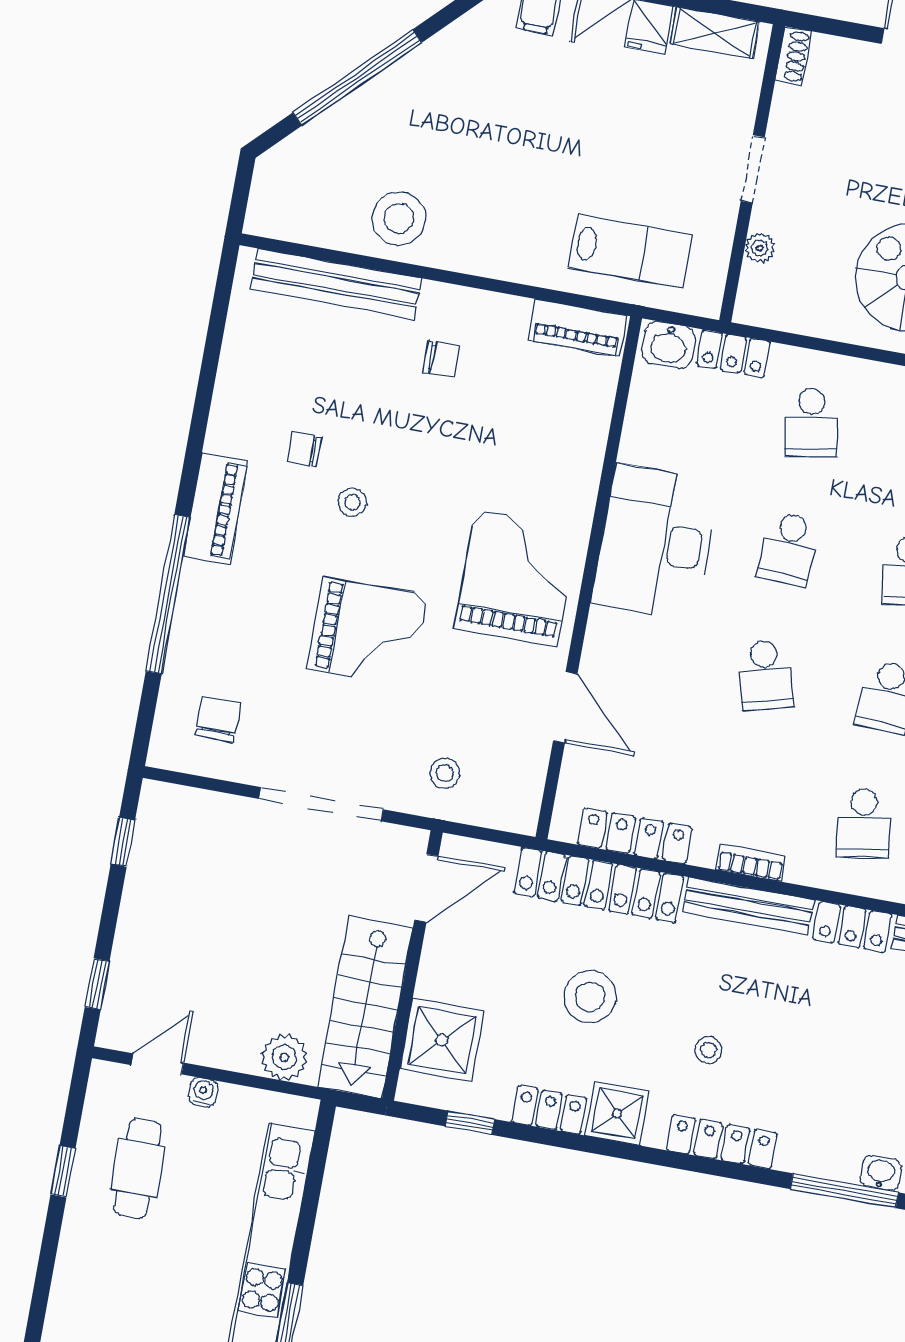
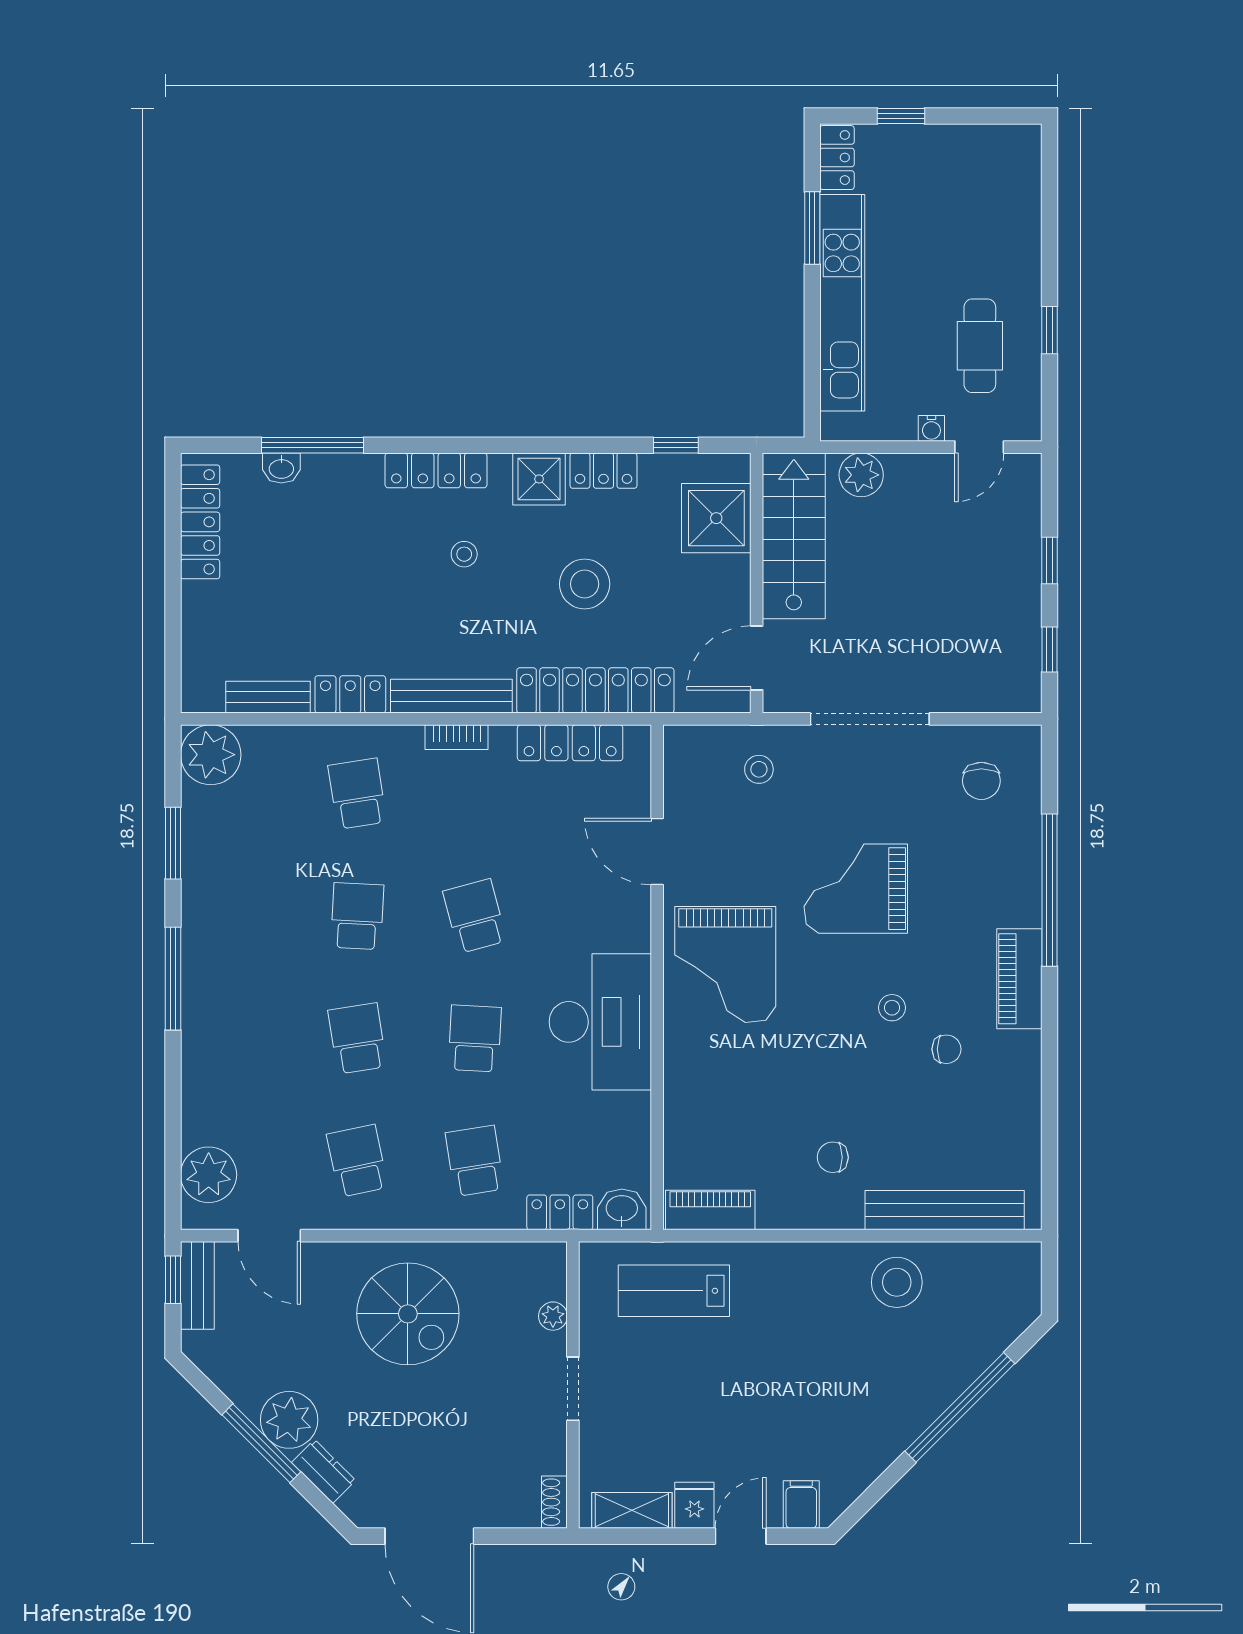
window: (97, 984) -> (1050, 560), moved

